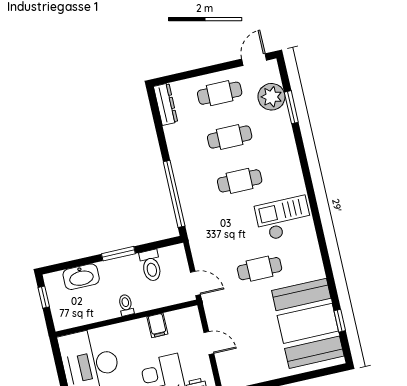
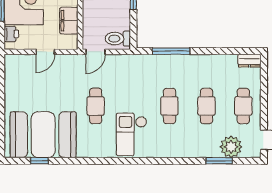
dresser: (166, 104) -> (249, 61), width x0.70
window: (174, 194) -> (171, 51), width x0.68
checkout: (284, 218) -> (132, 134), turned 180
toilet: (151, 266) -> (118, 39), moved
filing cabinet: (157, 325) -> (69, 21), width x2.00

